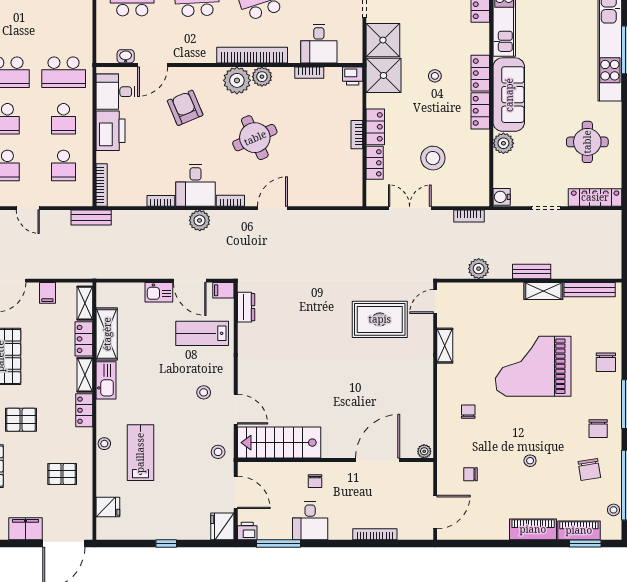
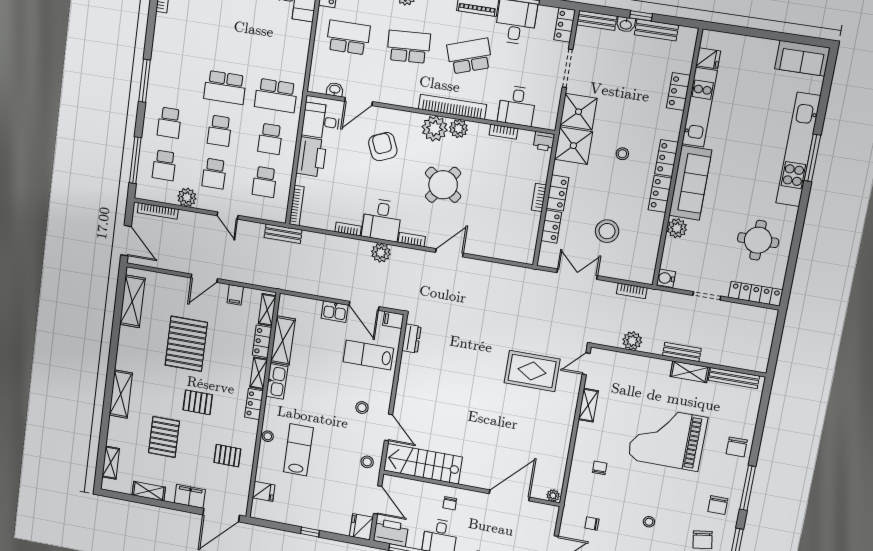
round table: (255, 138) -> (443, 185), turned -30
printer: (247, 531) -> (391, 533), width x1.87, depth x1.48

